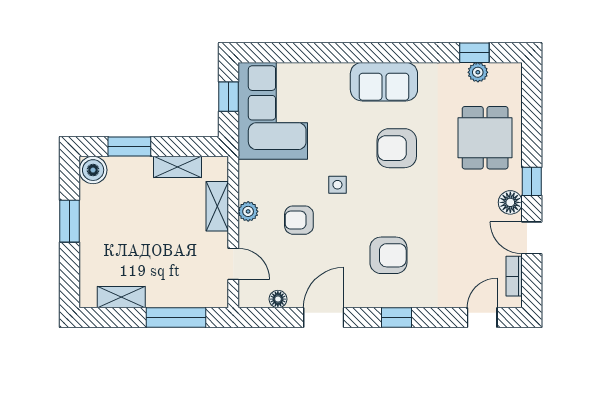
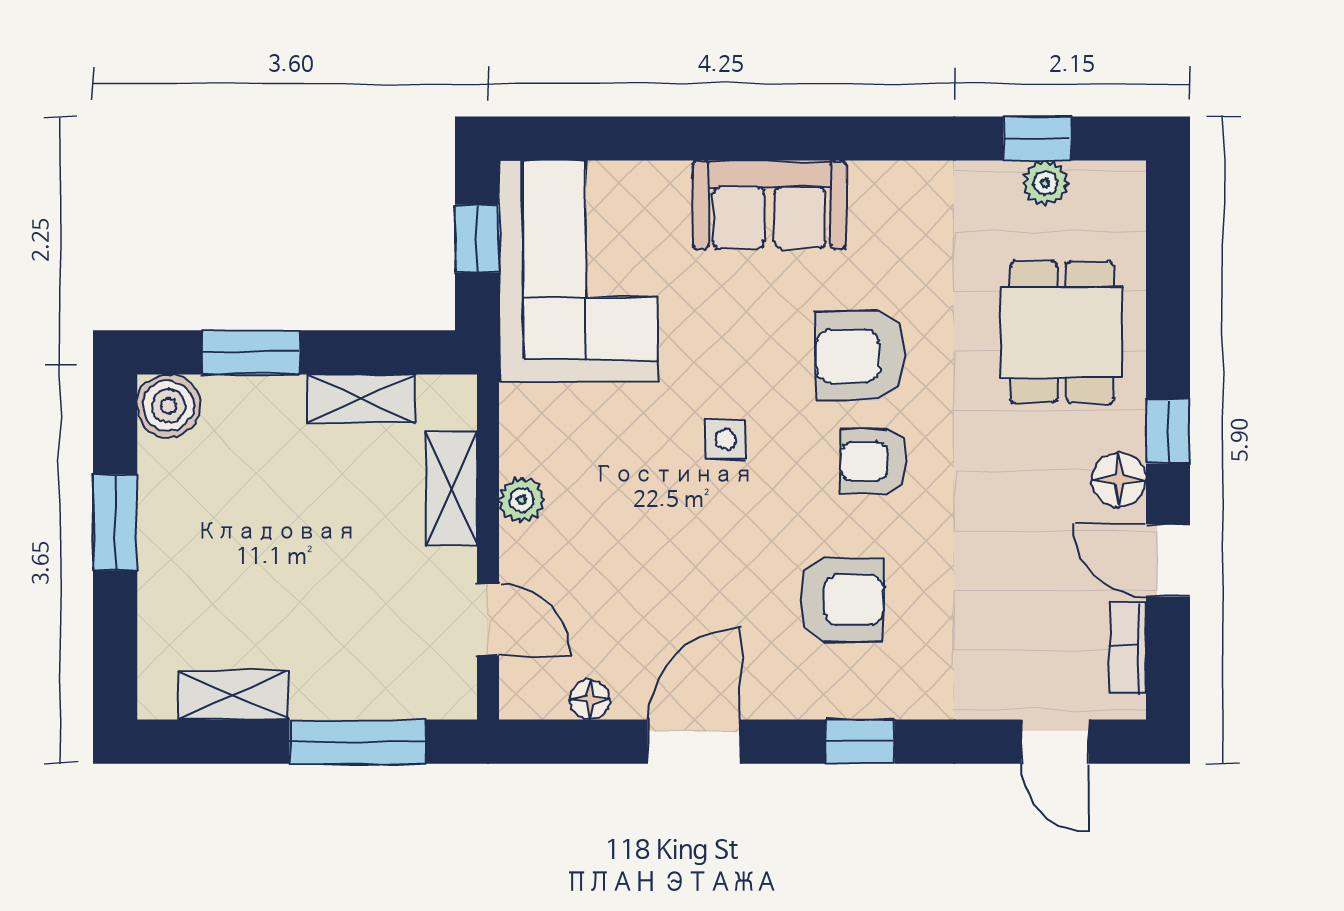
sofa: (384, 82) -> (769, 205), moved
armchair: (299, 220) -> (873, 461), moved
door: (482, 317) -> (1055, 742), swing flipped

